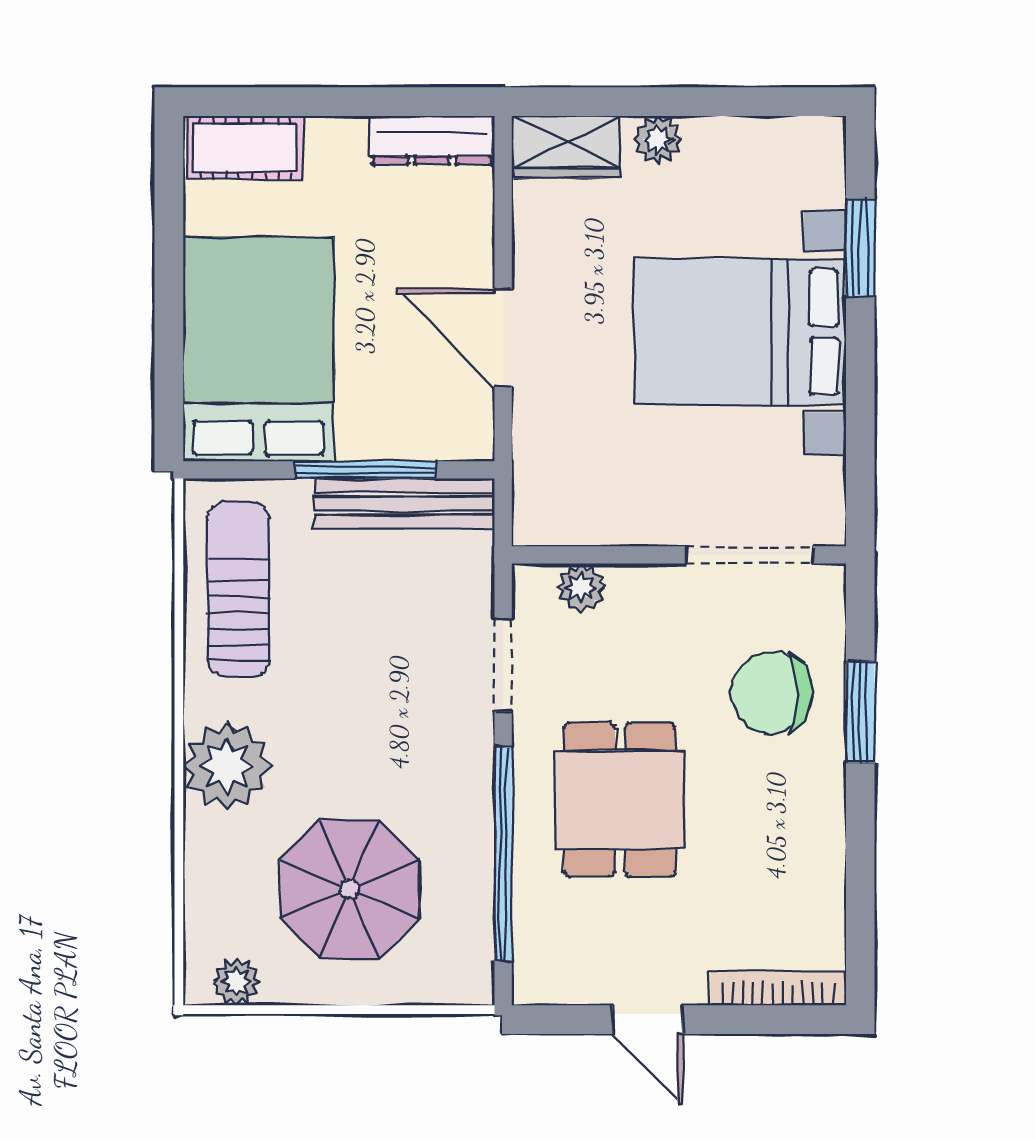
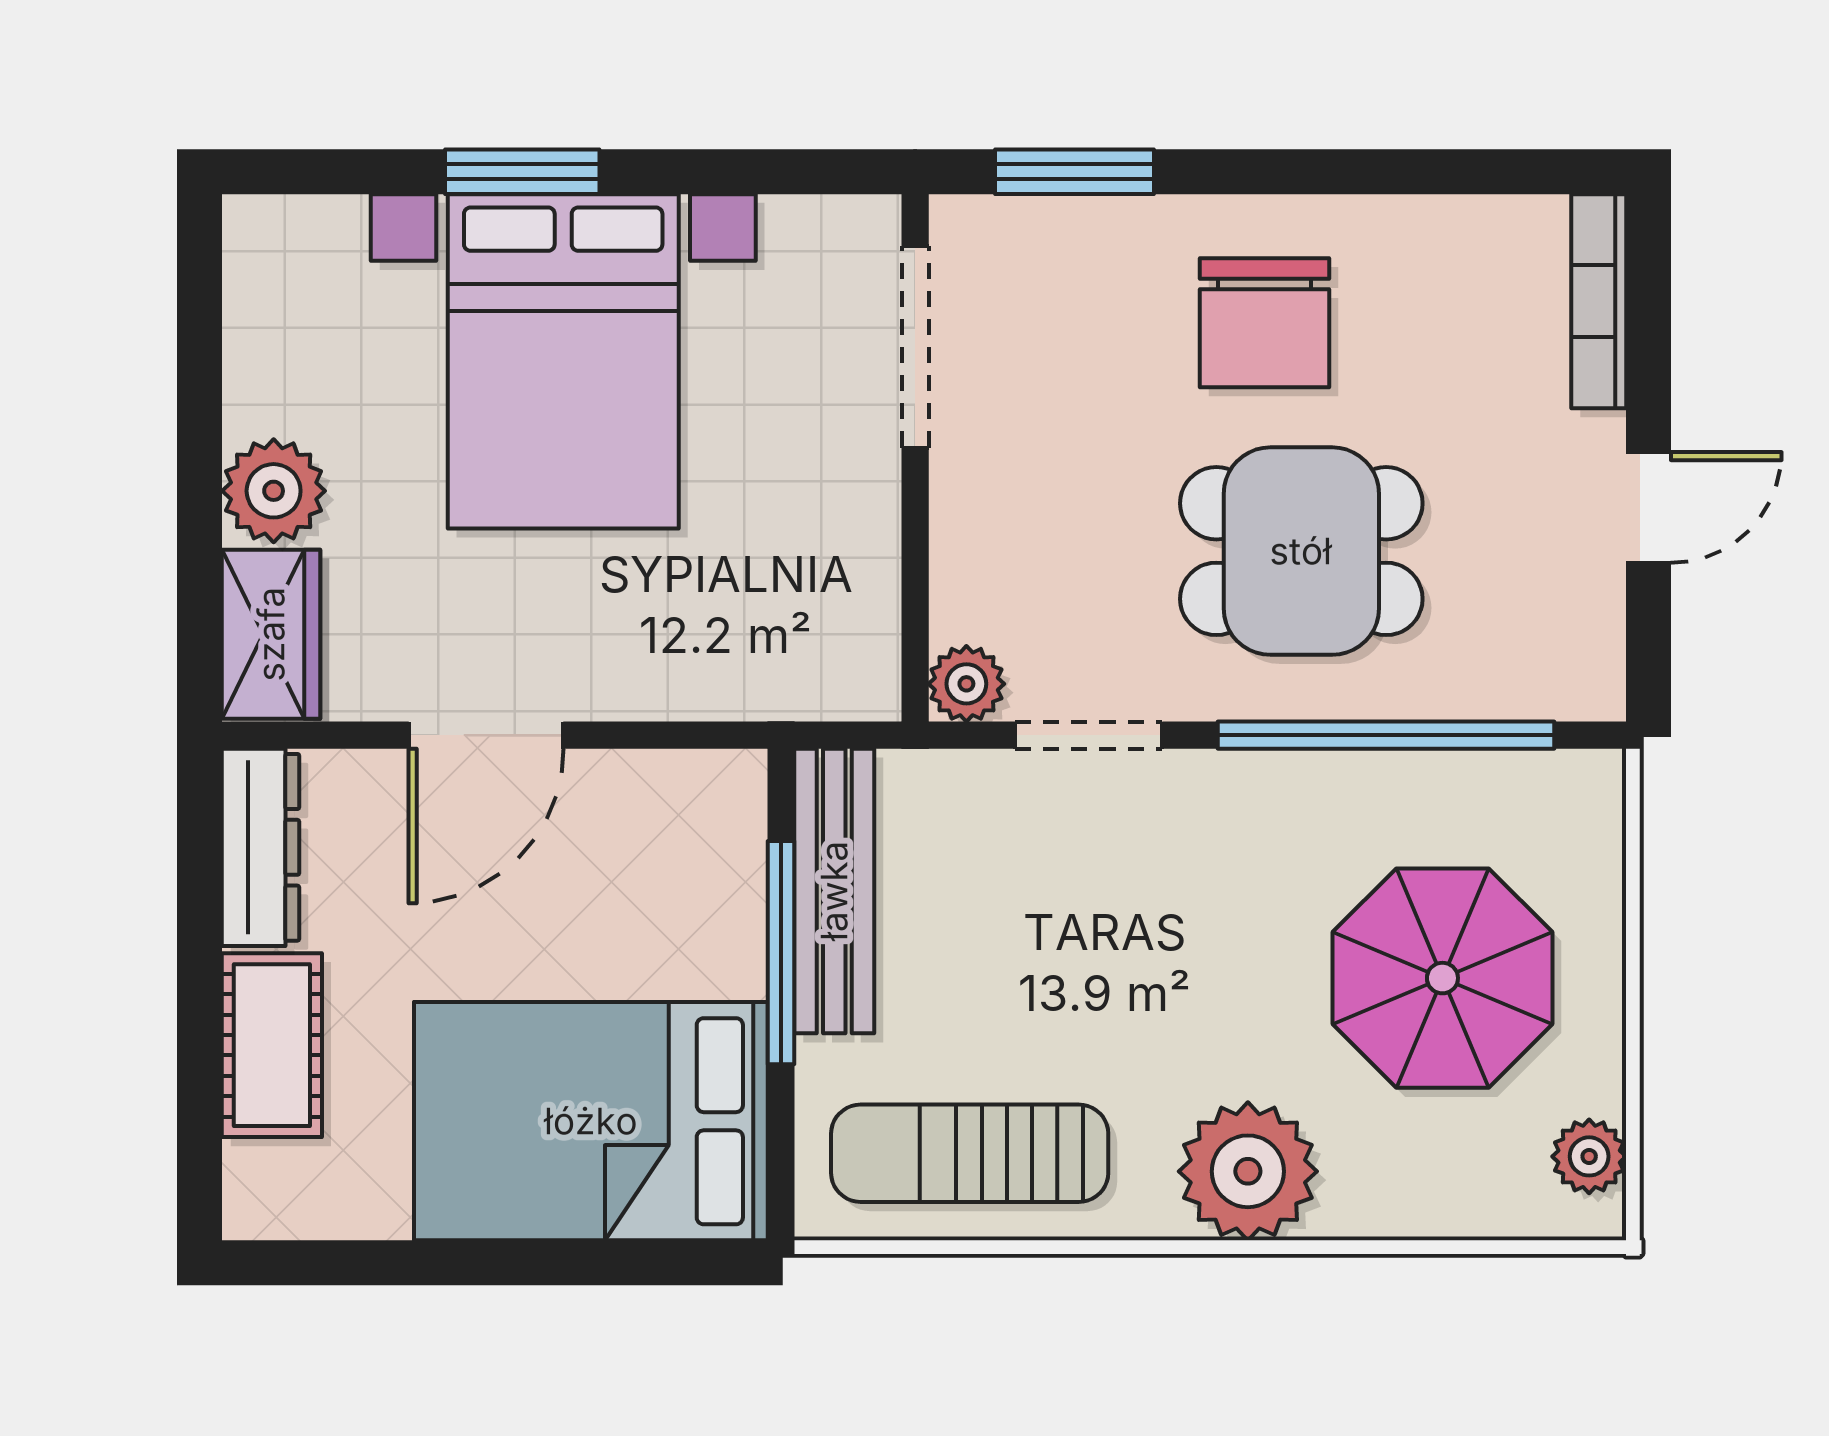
plant: (658, 140) -> (274, 491), width x1.38, depth x1.38
cot: (245, 147) -> (272, 1045), moved
window: (860, 248) -> (522, 172), moved
door: (503, 338) -> (486, 735), moved
plant: (581, 587) -> (966, 684), moved
chair: (772, 693) -> (1265, 323), moved
window: (860, 712) -> (1074, 172), moved

